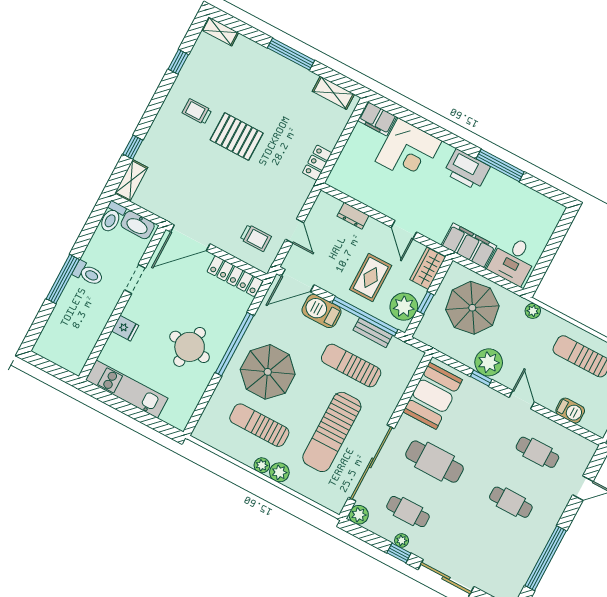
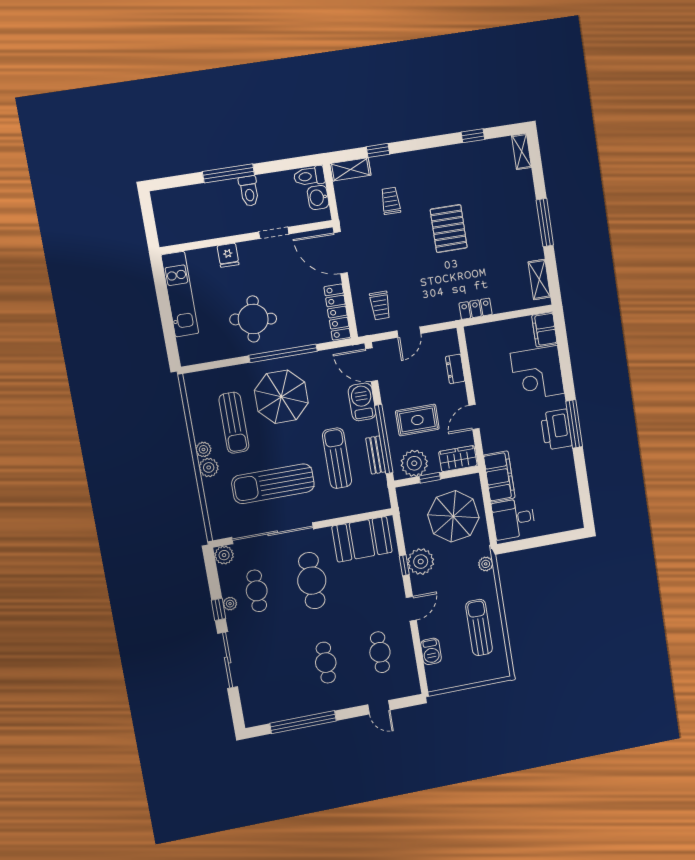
trolley: (197, 112) -> (391, 201), moved
window: (500, 165) -> (574, 424), moved
washbasin: (138, 225) -> (318, 197), width x0.72
sun lounger: (259, 425) -> (234, 423), turned 180

